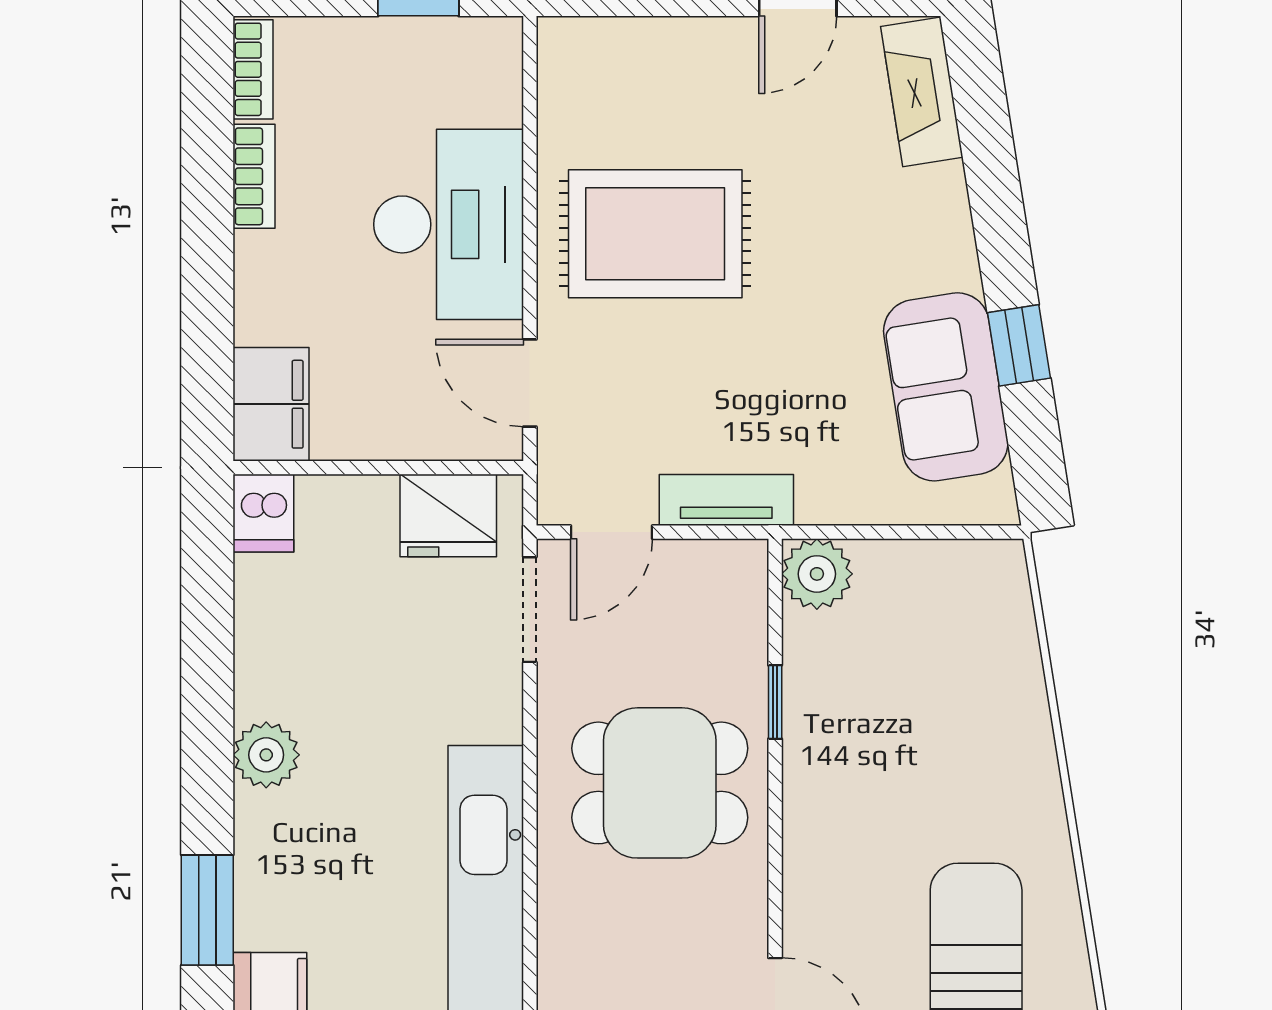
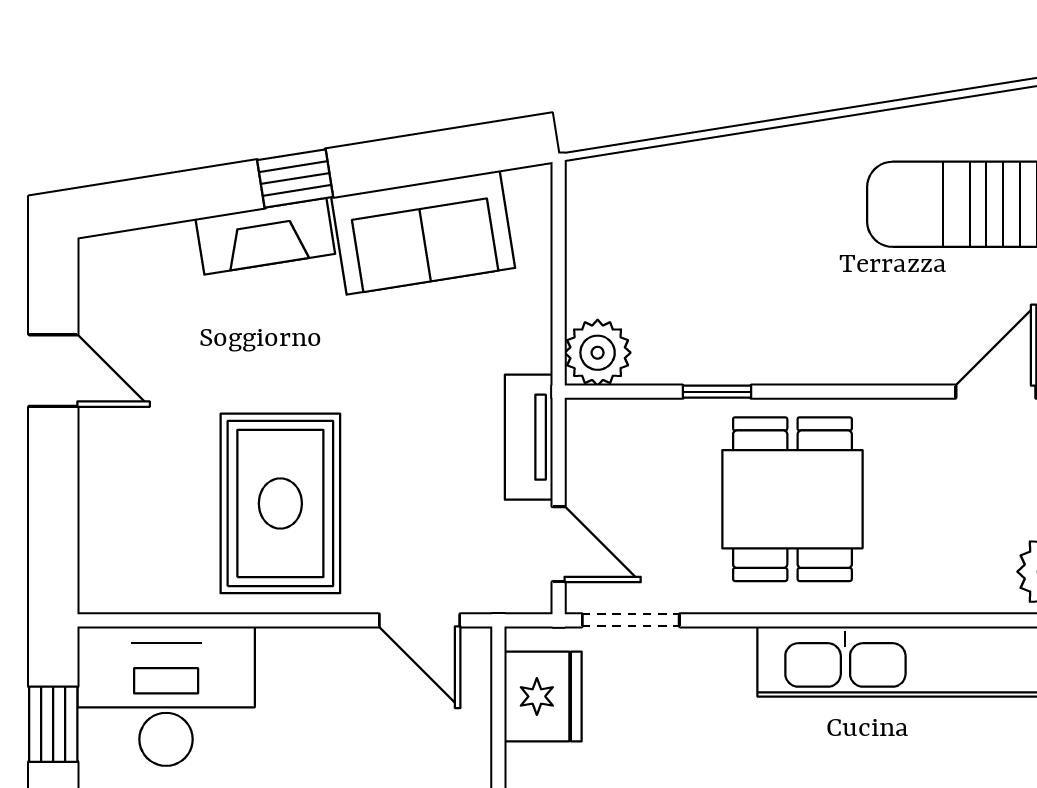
fireplace: (922, 92) -> (265, 236), moved
desk: (449, 224) -> (166, 696), moved
window: (1019, 345) -> (295, 179), moved
door: (530, 383) -> (420, 620), hinge flipped

